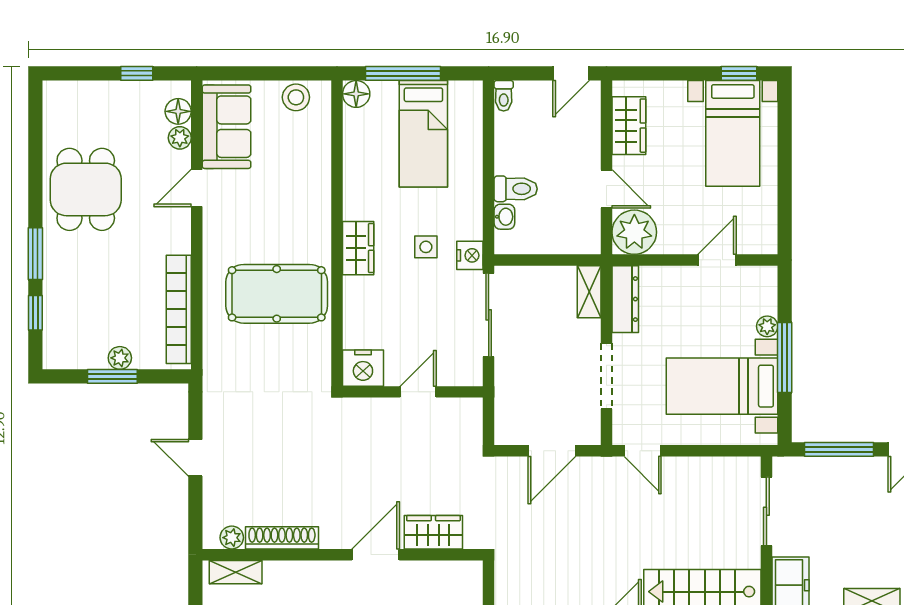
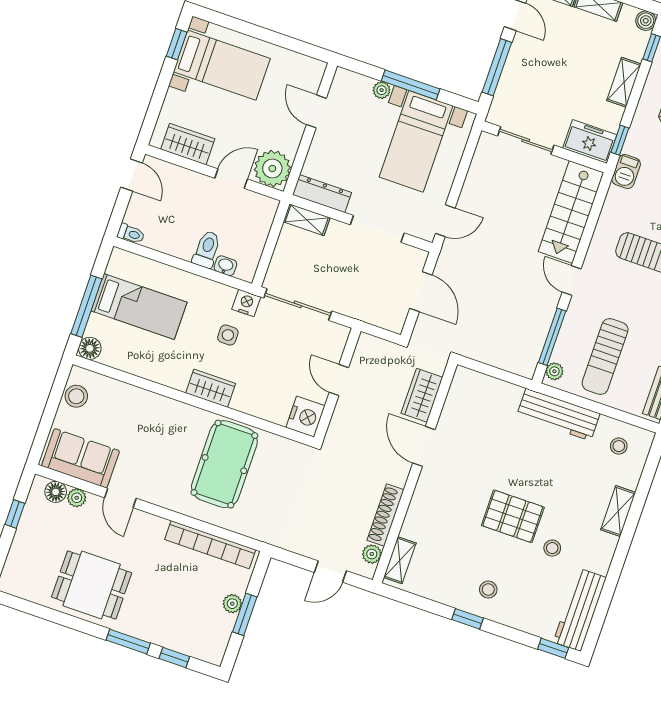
wardrobe: (433, 532) -> (422, 395), moved
plant: (232, 538) -> (372, 554), moved
shoe rack: (282, 538) -> (385, 515), moved
wall: (343, 555) -> (415, 472), moved
door: (376, 555) -> (424, 446), moved
shelving: (236, 572) -> (400, 560), moved

